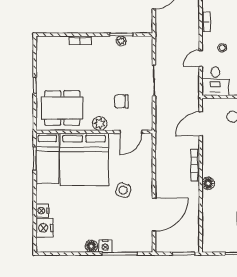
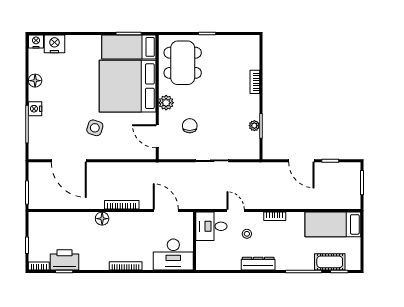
nightstand: (42, 211) -> (36, 41), moved
floor lamp: (91, 246) -> (35, 81), moved

